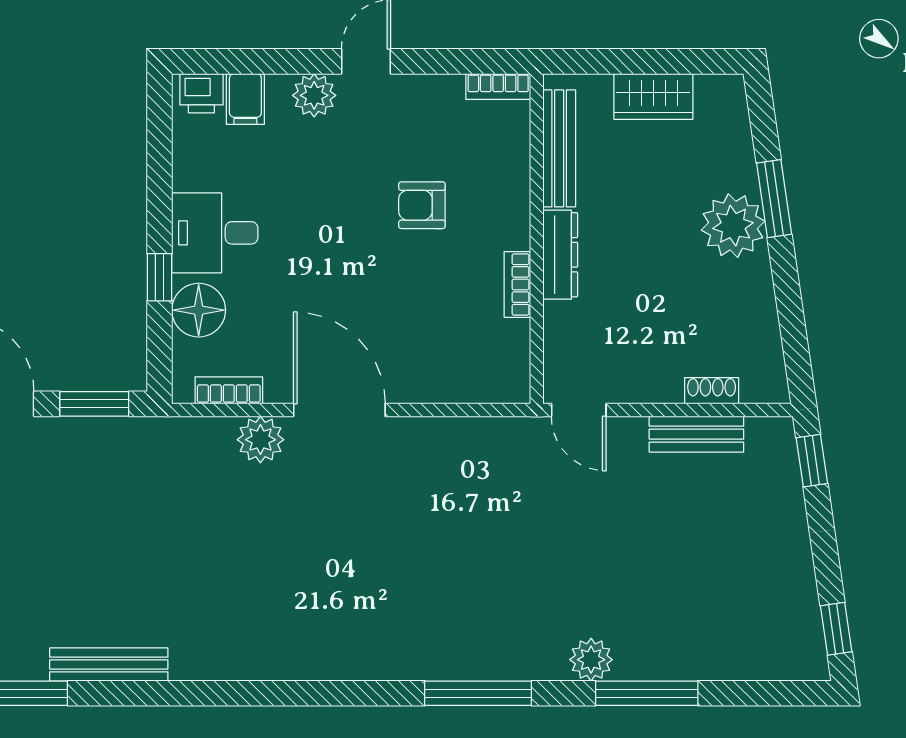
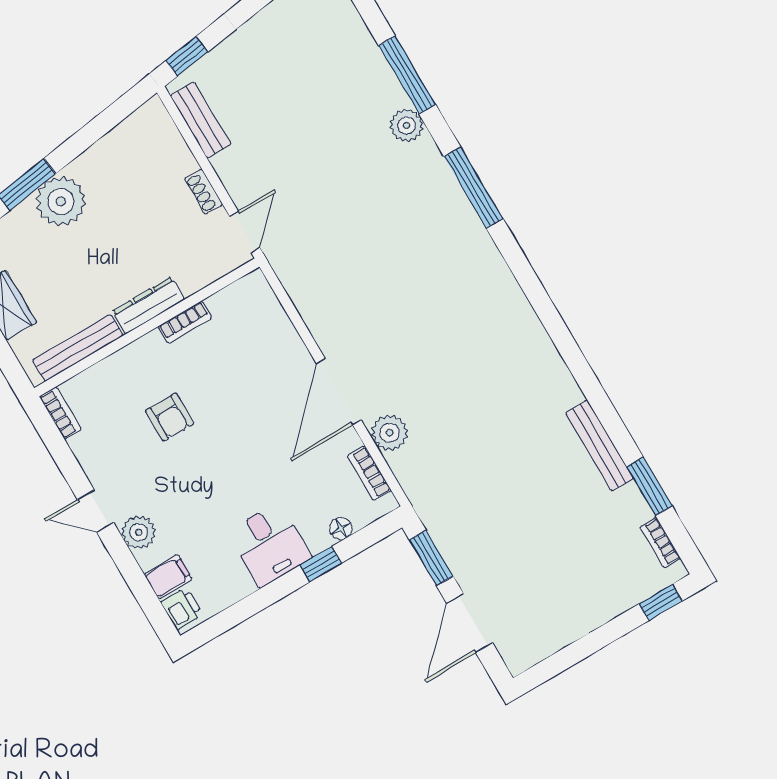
floor lamp: (199, 310) -> (341, 528), width x0.53, depth x0.53
shoe rack: (712, 391) -> (204, 192), moved
bench: (696, 434) -> (200, 120), moved

